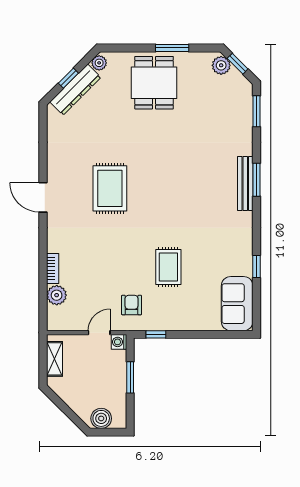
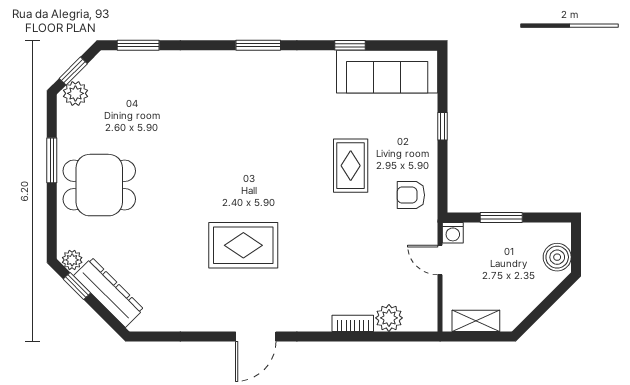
window: (68, 78) -> (77, 286), moved
window: (256, 180) -> (258, 45), moved
bench: (245, 184) -> (237, 61), removed
rug: (168, 267) -> (351, 166), turned 90
sofa: (237, 304) -> (387, 72), width x1.36
armchair: (132, 305) -> (411, 195), moved
window: (156, 334) -> (442, 126), moved

